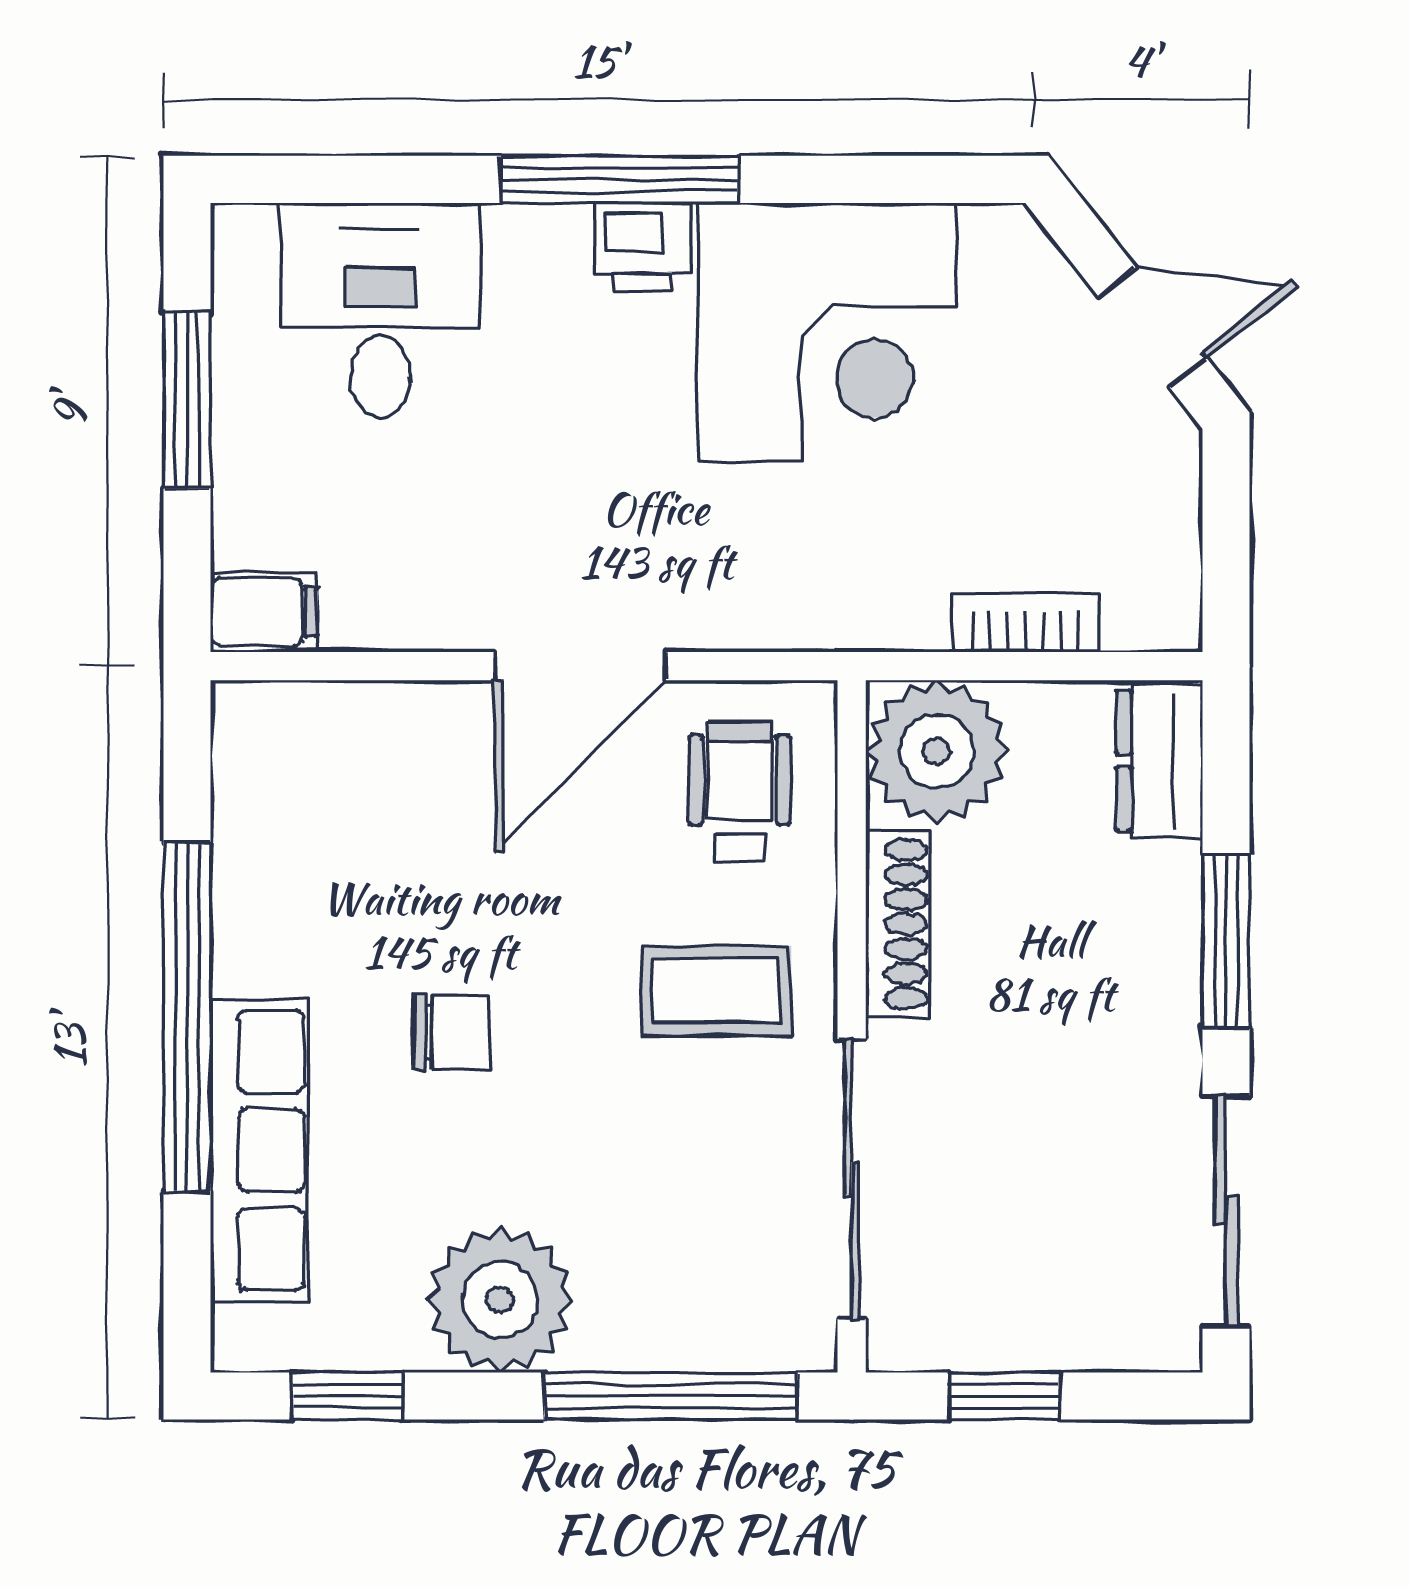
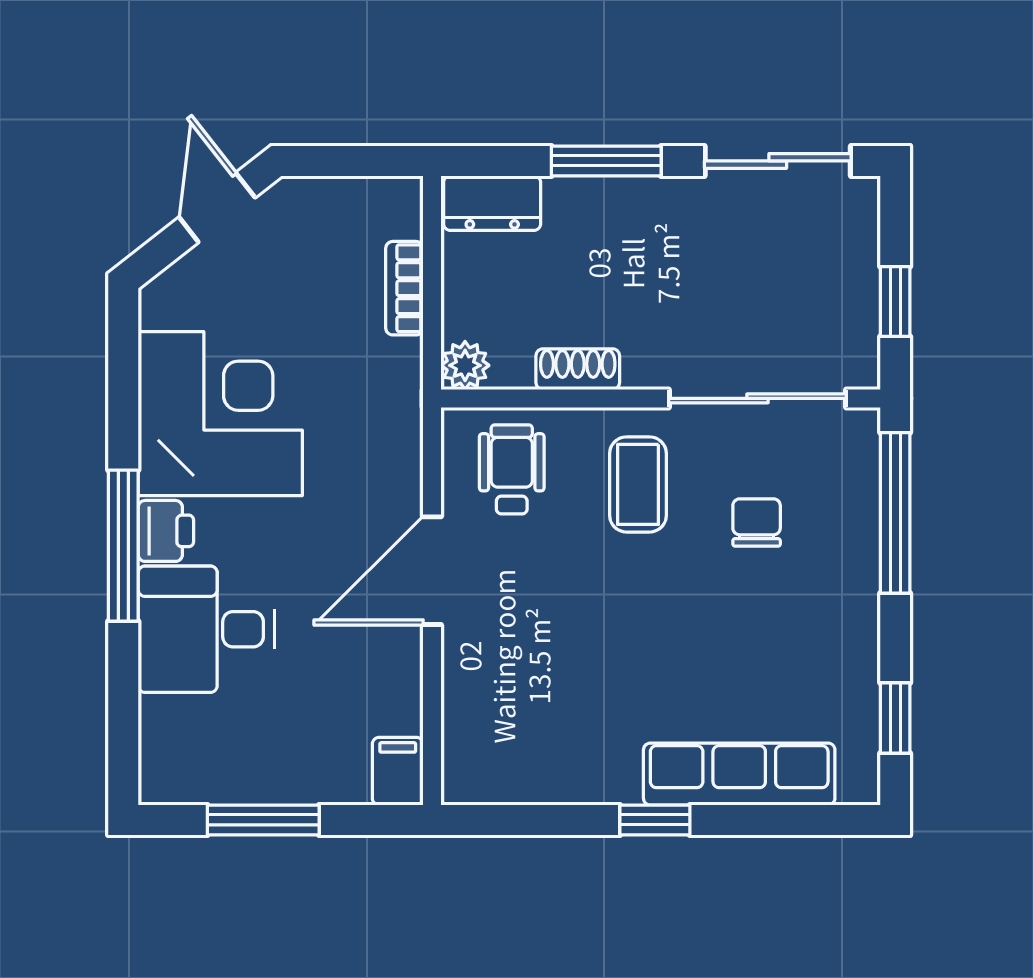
desk: (380, 310) -> (206, 629), moved
door: (580, 666) -> (432, 571), swing flipped
plant: (937, 751) -> (465, 365), width x0.53, depth x0.53
wheelchair: (740, 792) -> (512, 469), turned 90
shoe rack: (898, 924) -> (578, 369), width x0.70
window: (187, 1017) -> (655, 820), width x0.32
chair: (451, 1032) -> (757, 522), moved
plant: (500, 1300) -> (834, 621), removed

